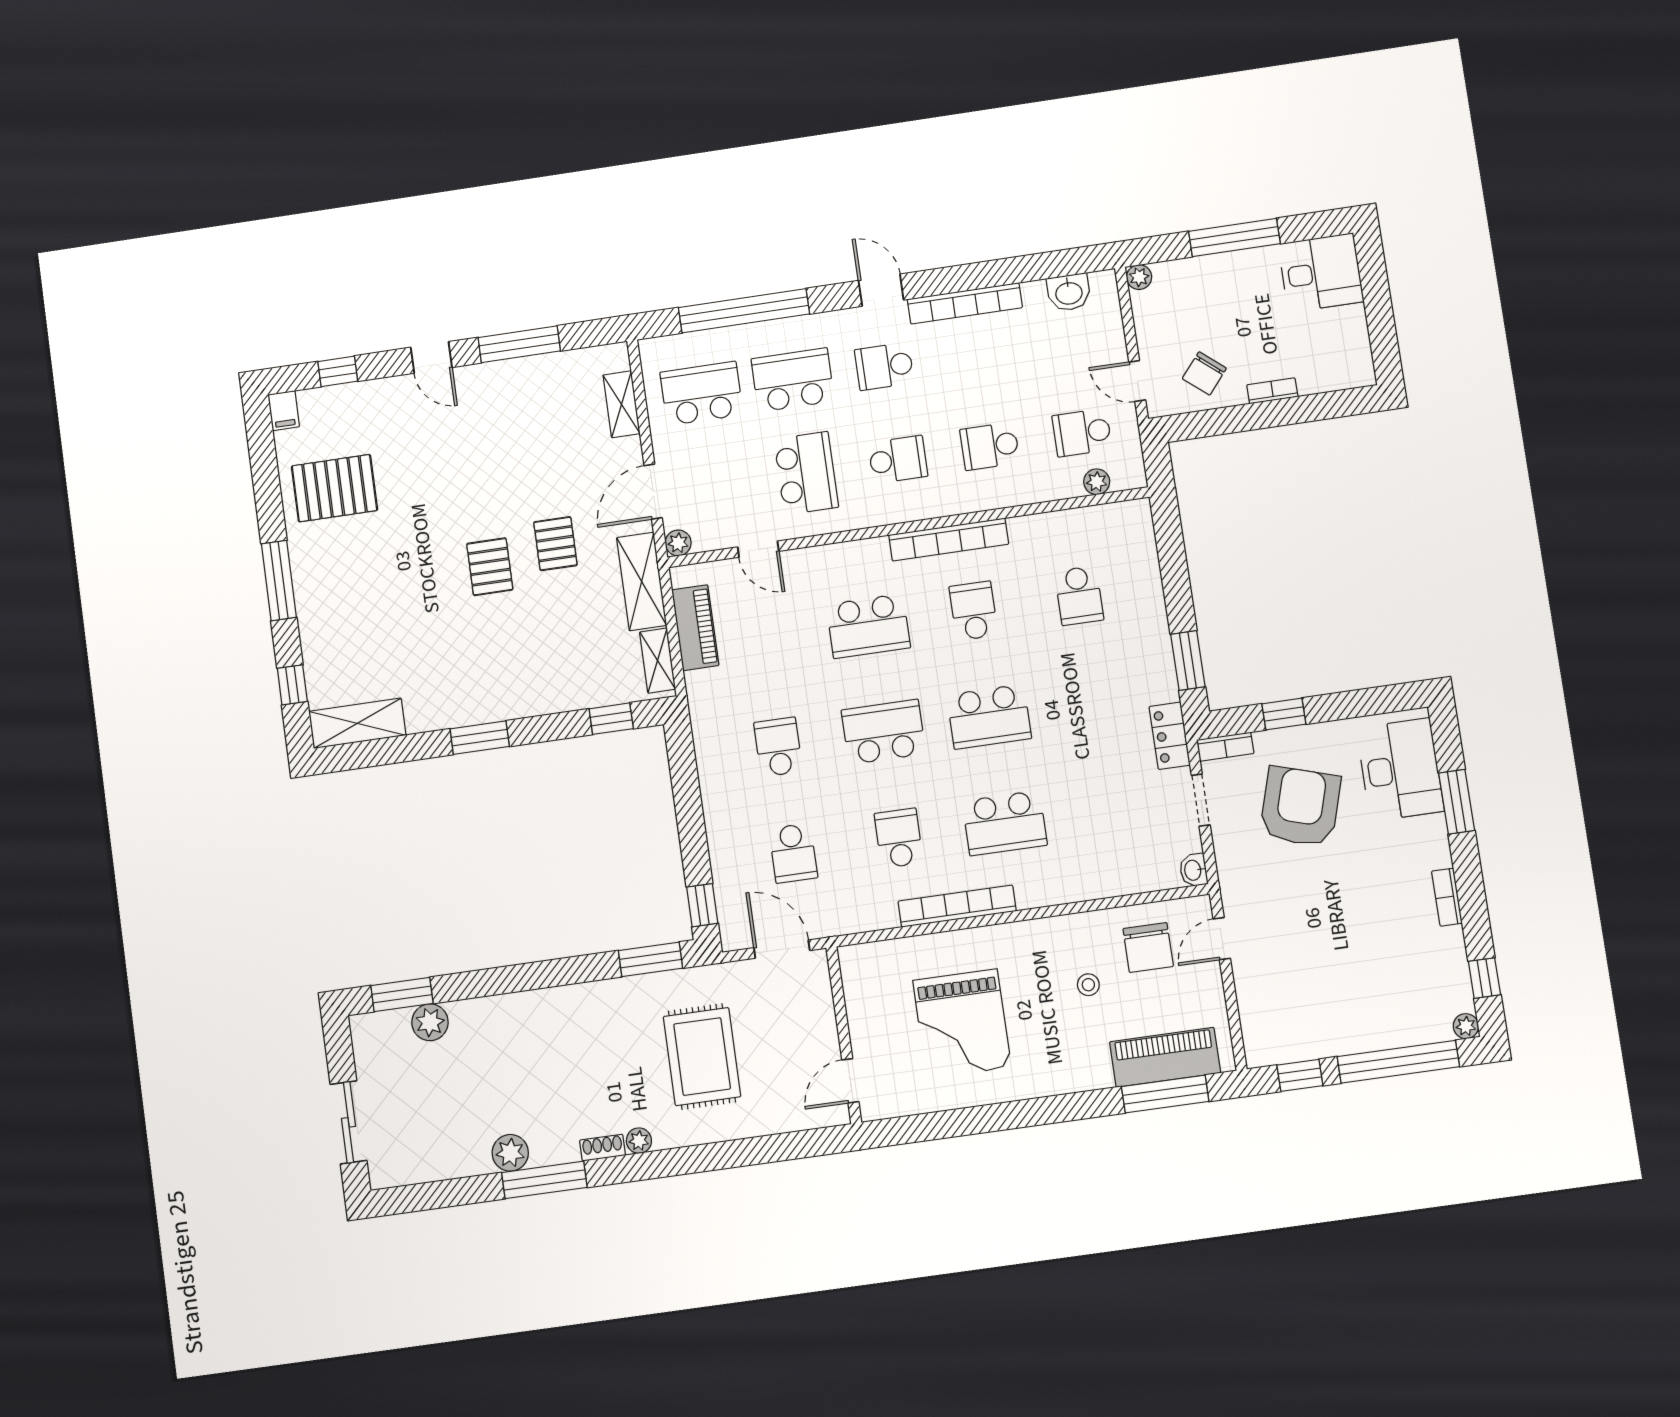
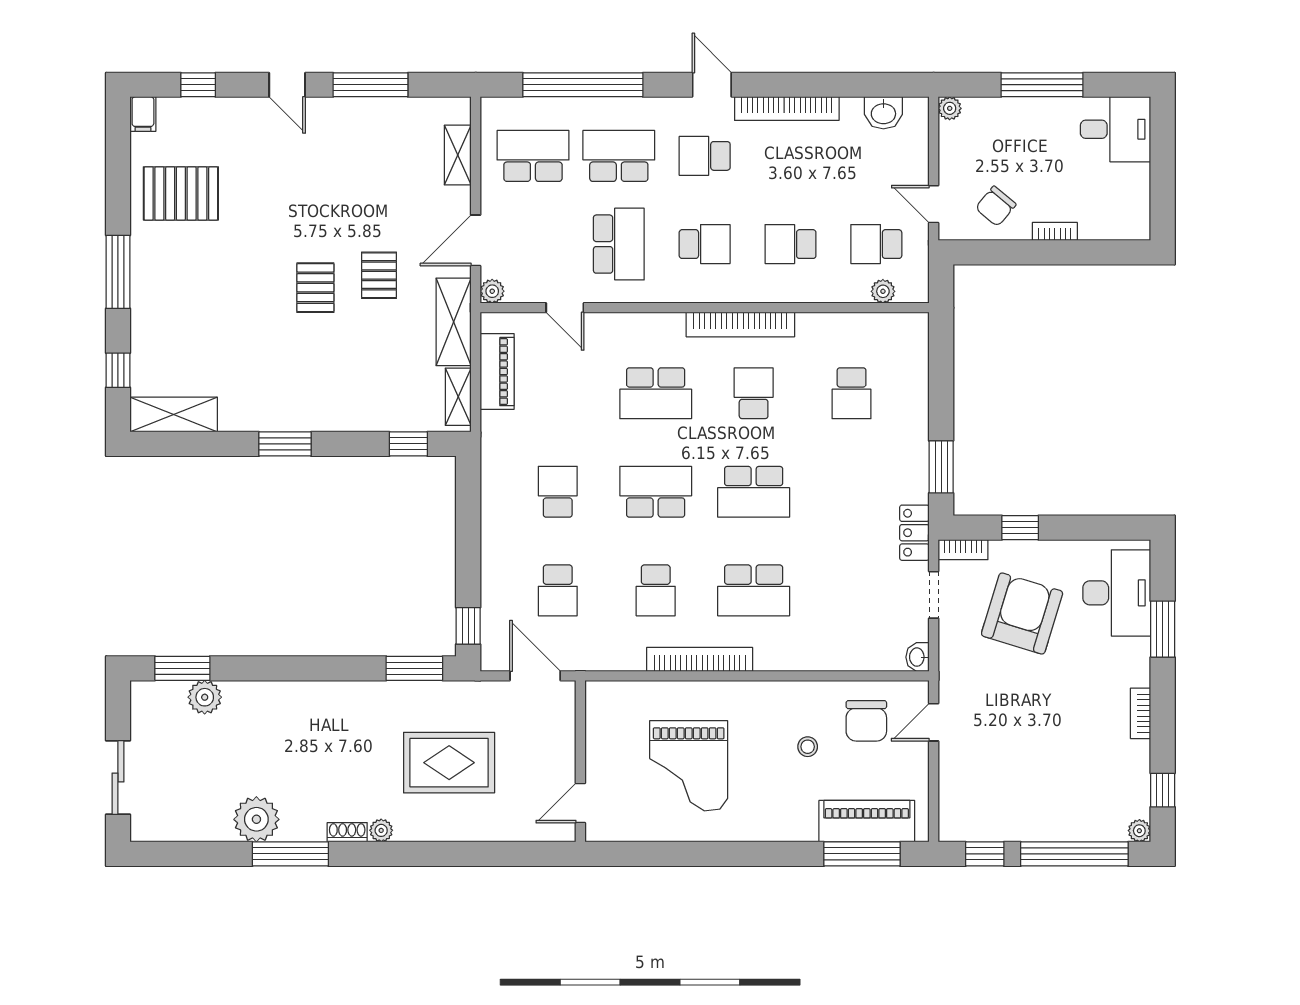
school desk: (899, 838) -> (656, 590), turned 180
rug: (702, 1057) -> (449, 763), turned 90
plant: (510, 1153) -> (256, 819), width x1.36, depth x1.36

